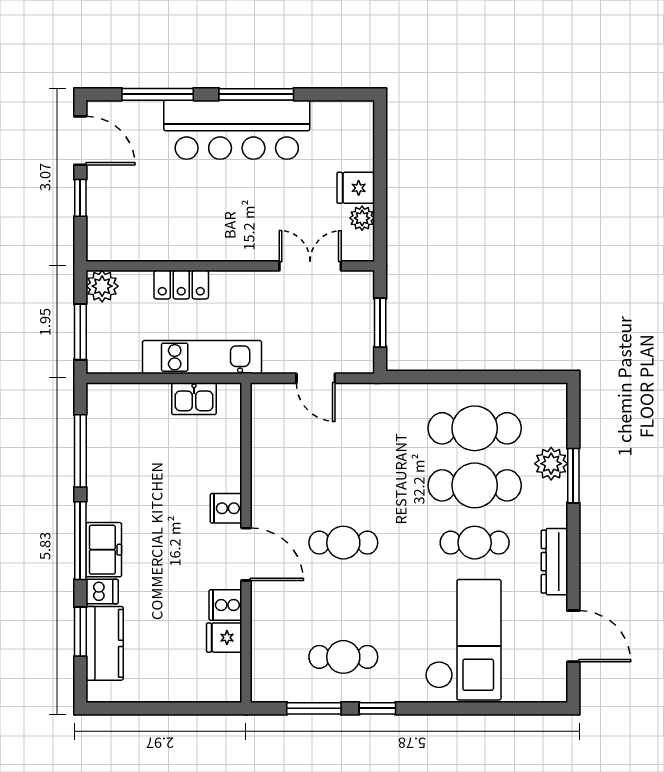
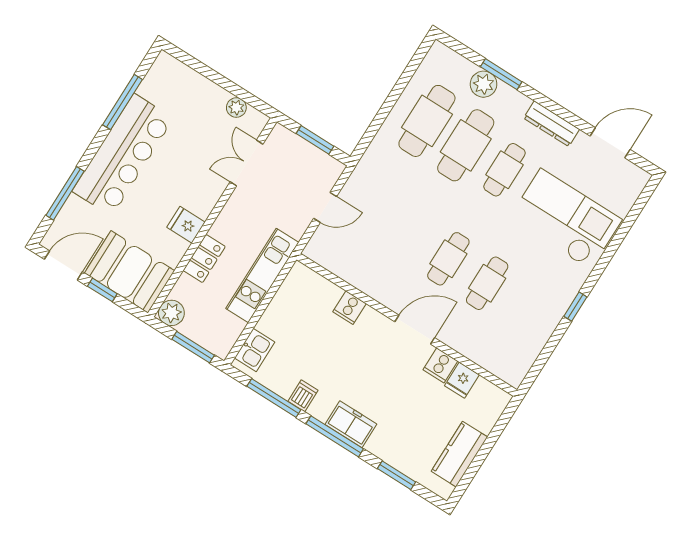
window: (256, 94) -> (123, 102), moved
fridge: (356, 188) -> (186, 225), moved, turned 90
booth: (118, 215) -> (130, 272), added
kitchen sink: (194, 399) -> (255, 350), moved
cooker: (226, 508) -> (349, 308), moved
dishwasher: (102, 592) -> (303, 396), moved
kitchen counter: (105, 643) -> (459, 454), moved, turned -90
cafe table: (343, 657) -> (487, 283), moved
window: (314, 708) -> (548, 350), removed

